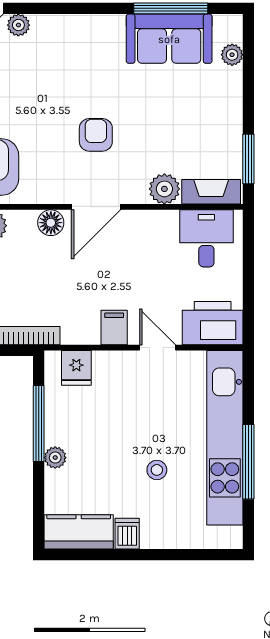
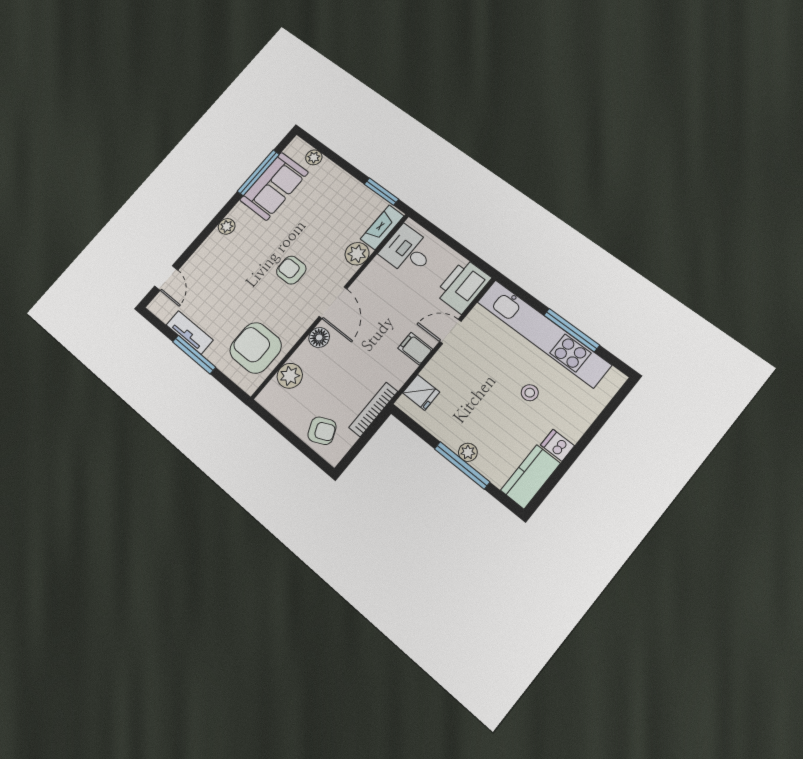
plant: (18, 25) -> (227, 226), moved
window: (39, 424) -> (462, 465), moved

